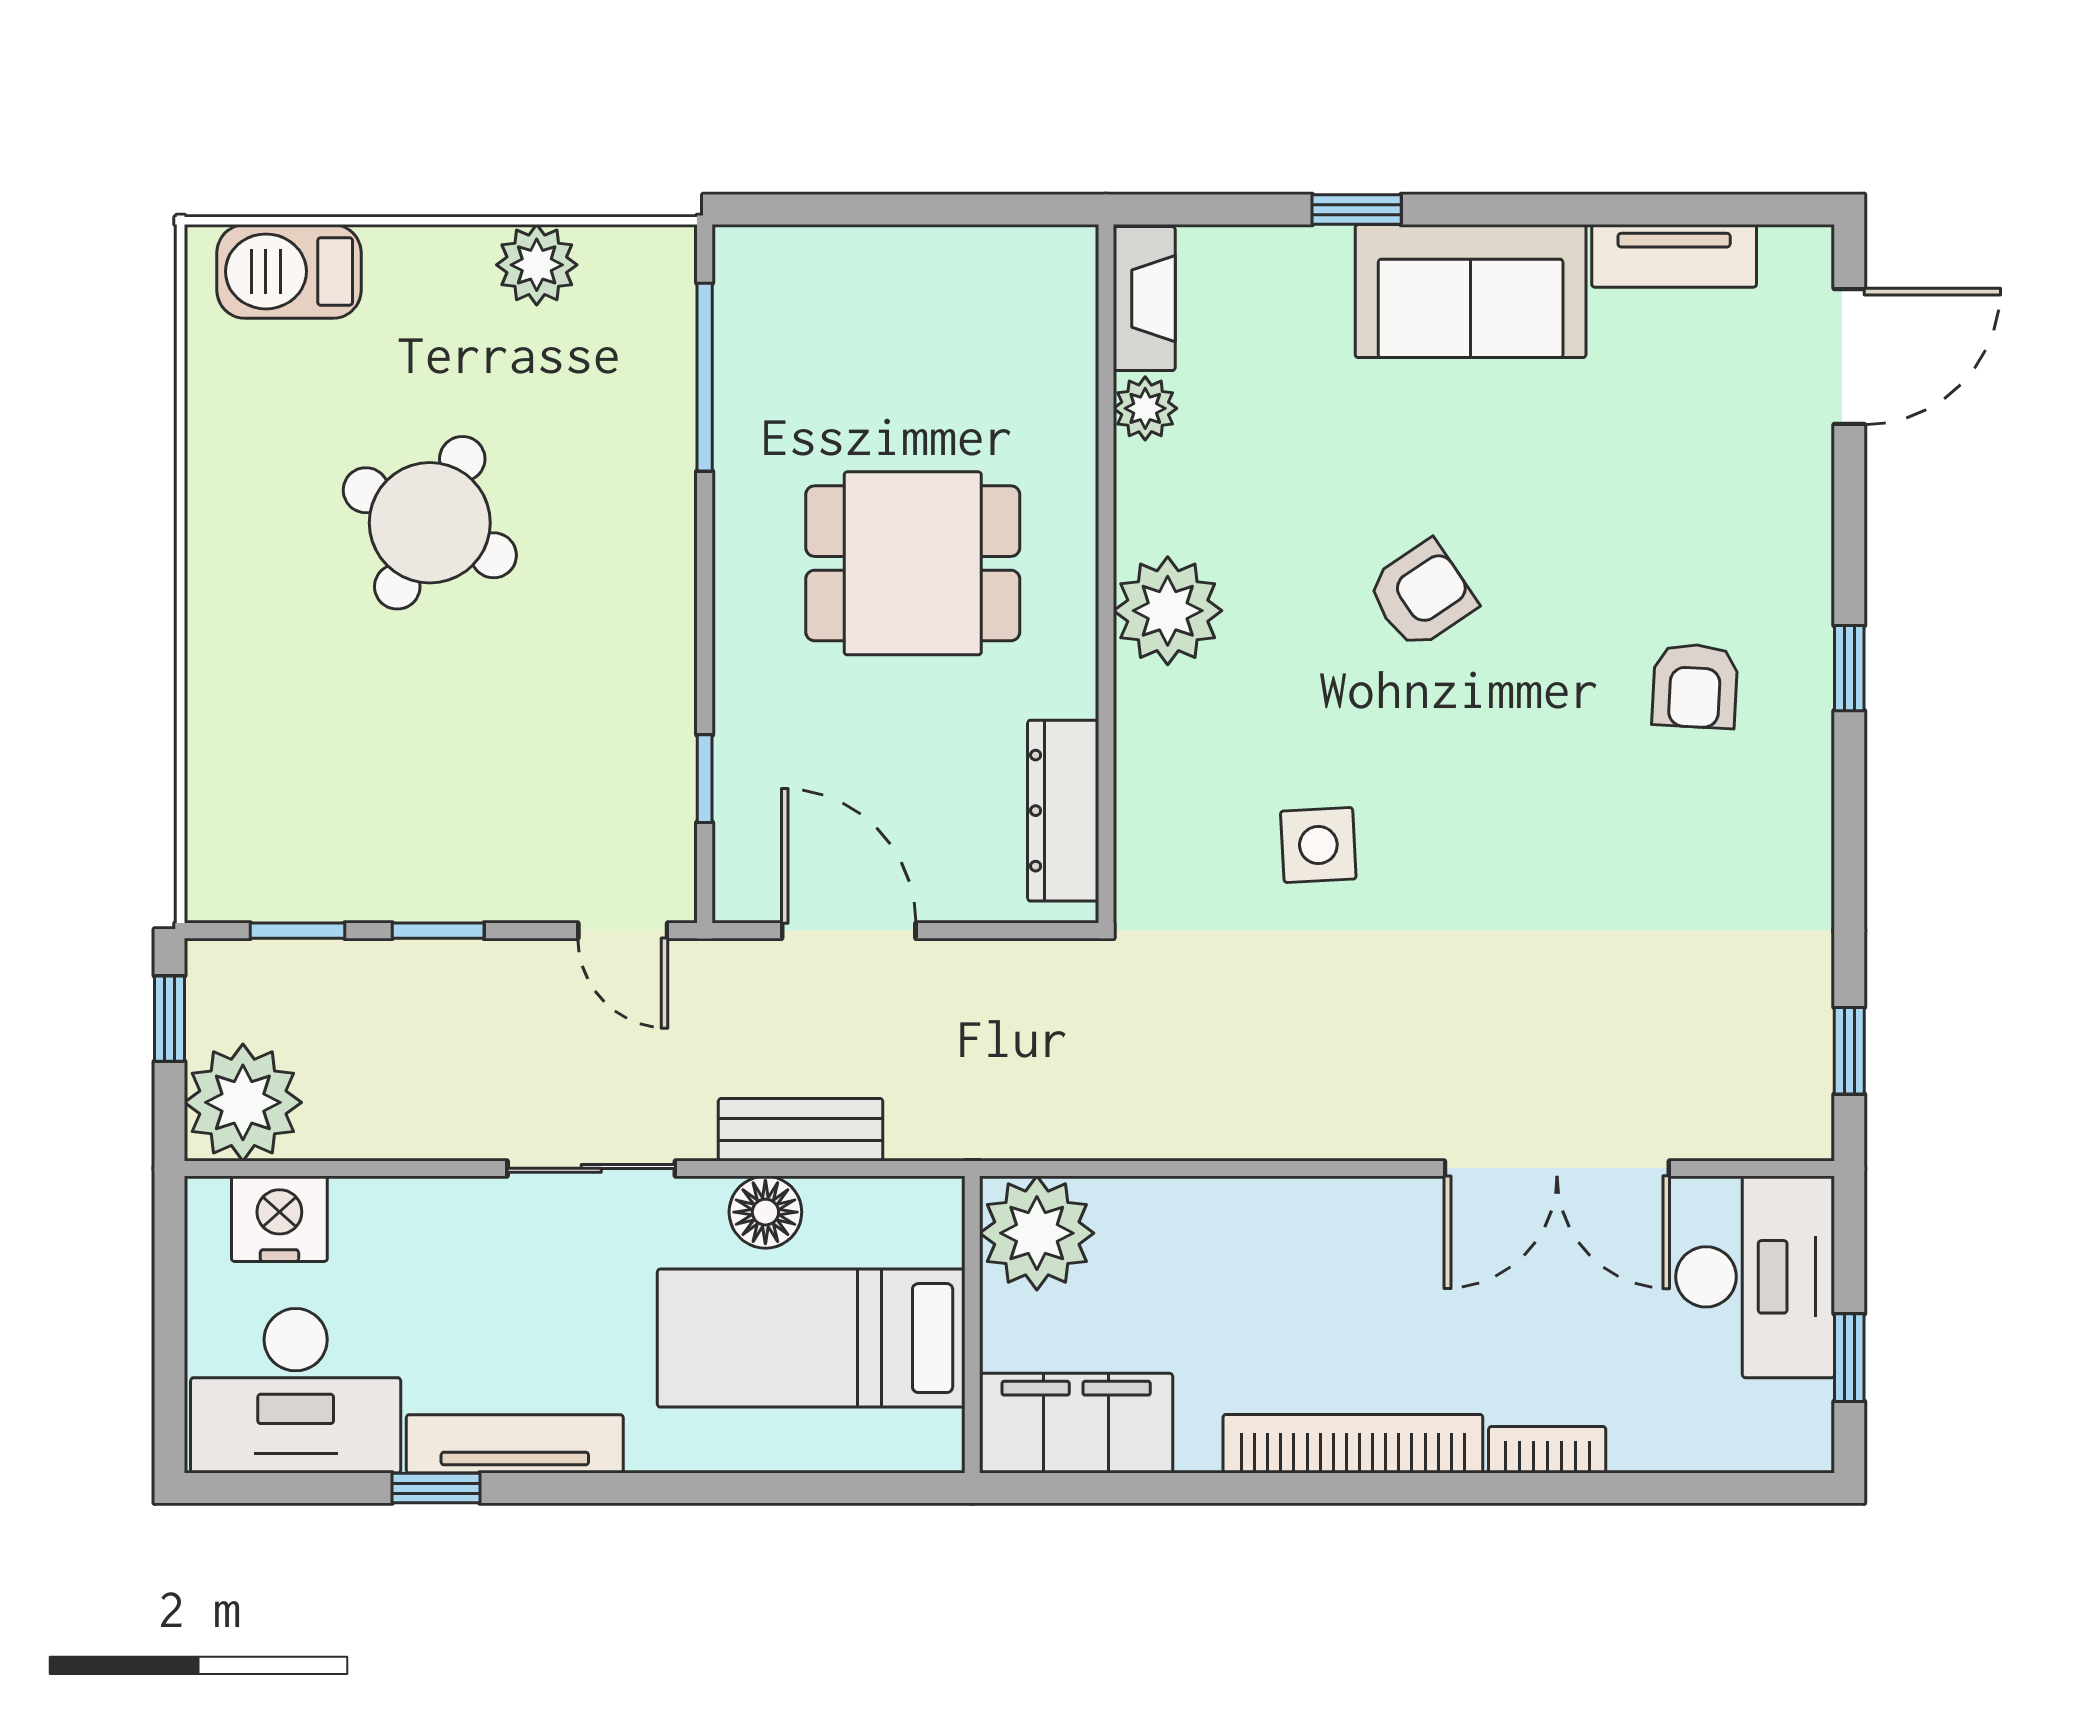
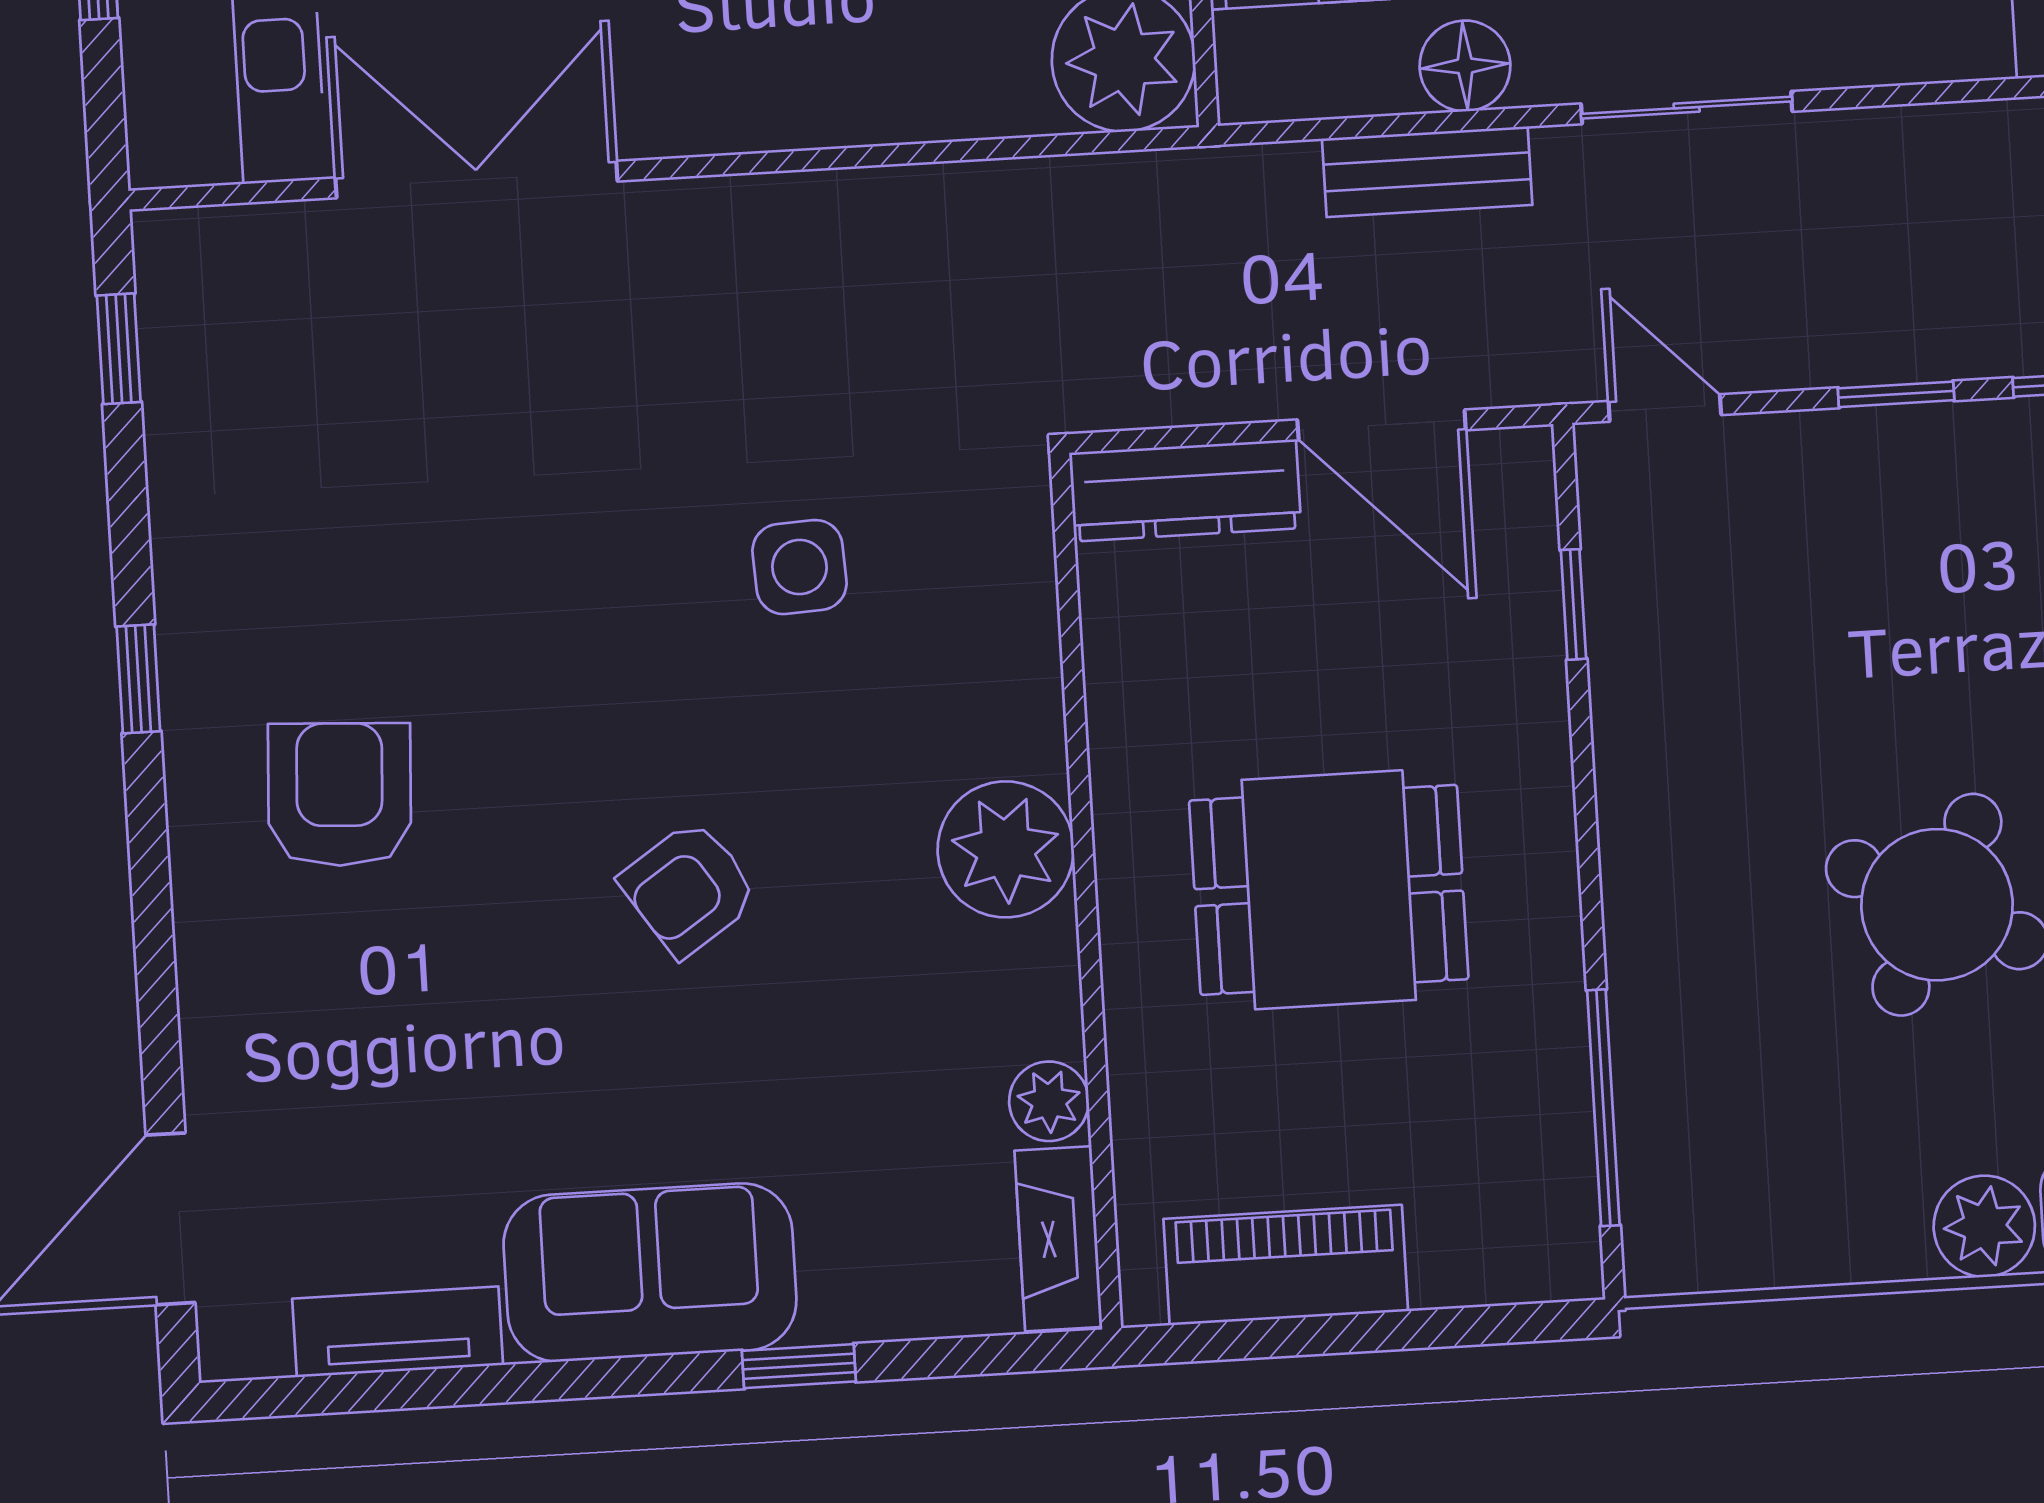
plant: (537, 265) -> (1984, 1226), moved
piano: (965, 267) -> (1286, 1265), added
window: (1849, 668) -> (138, 679), moved
armchair: (1695, 686) -> (340, 795), width x1.38, depth x1.38
dresser: (1063, 811) -> (1185, 490), moved, turned 90

